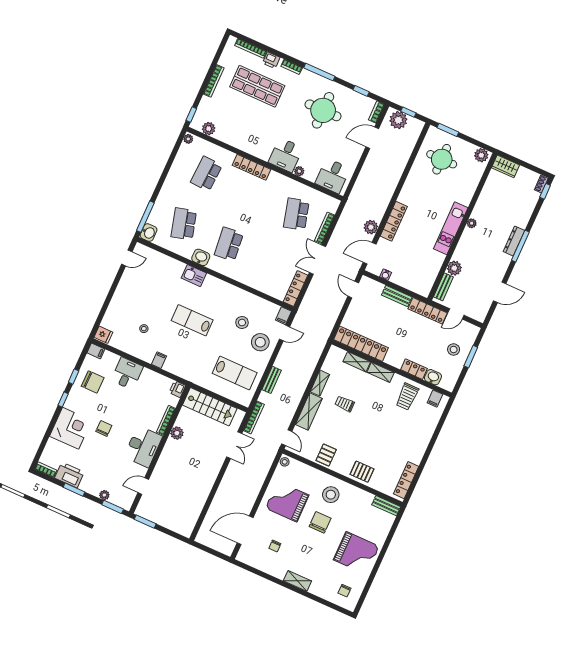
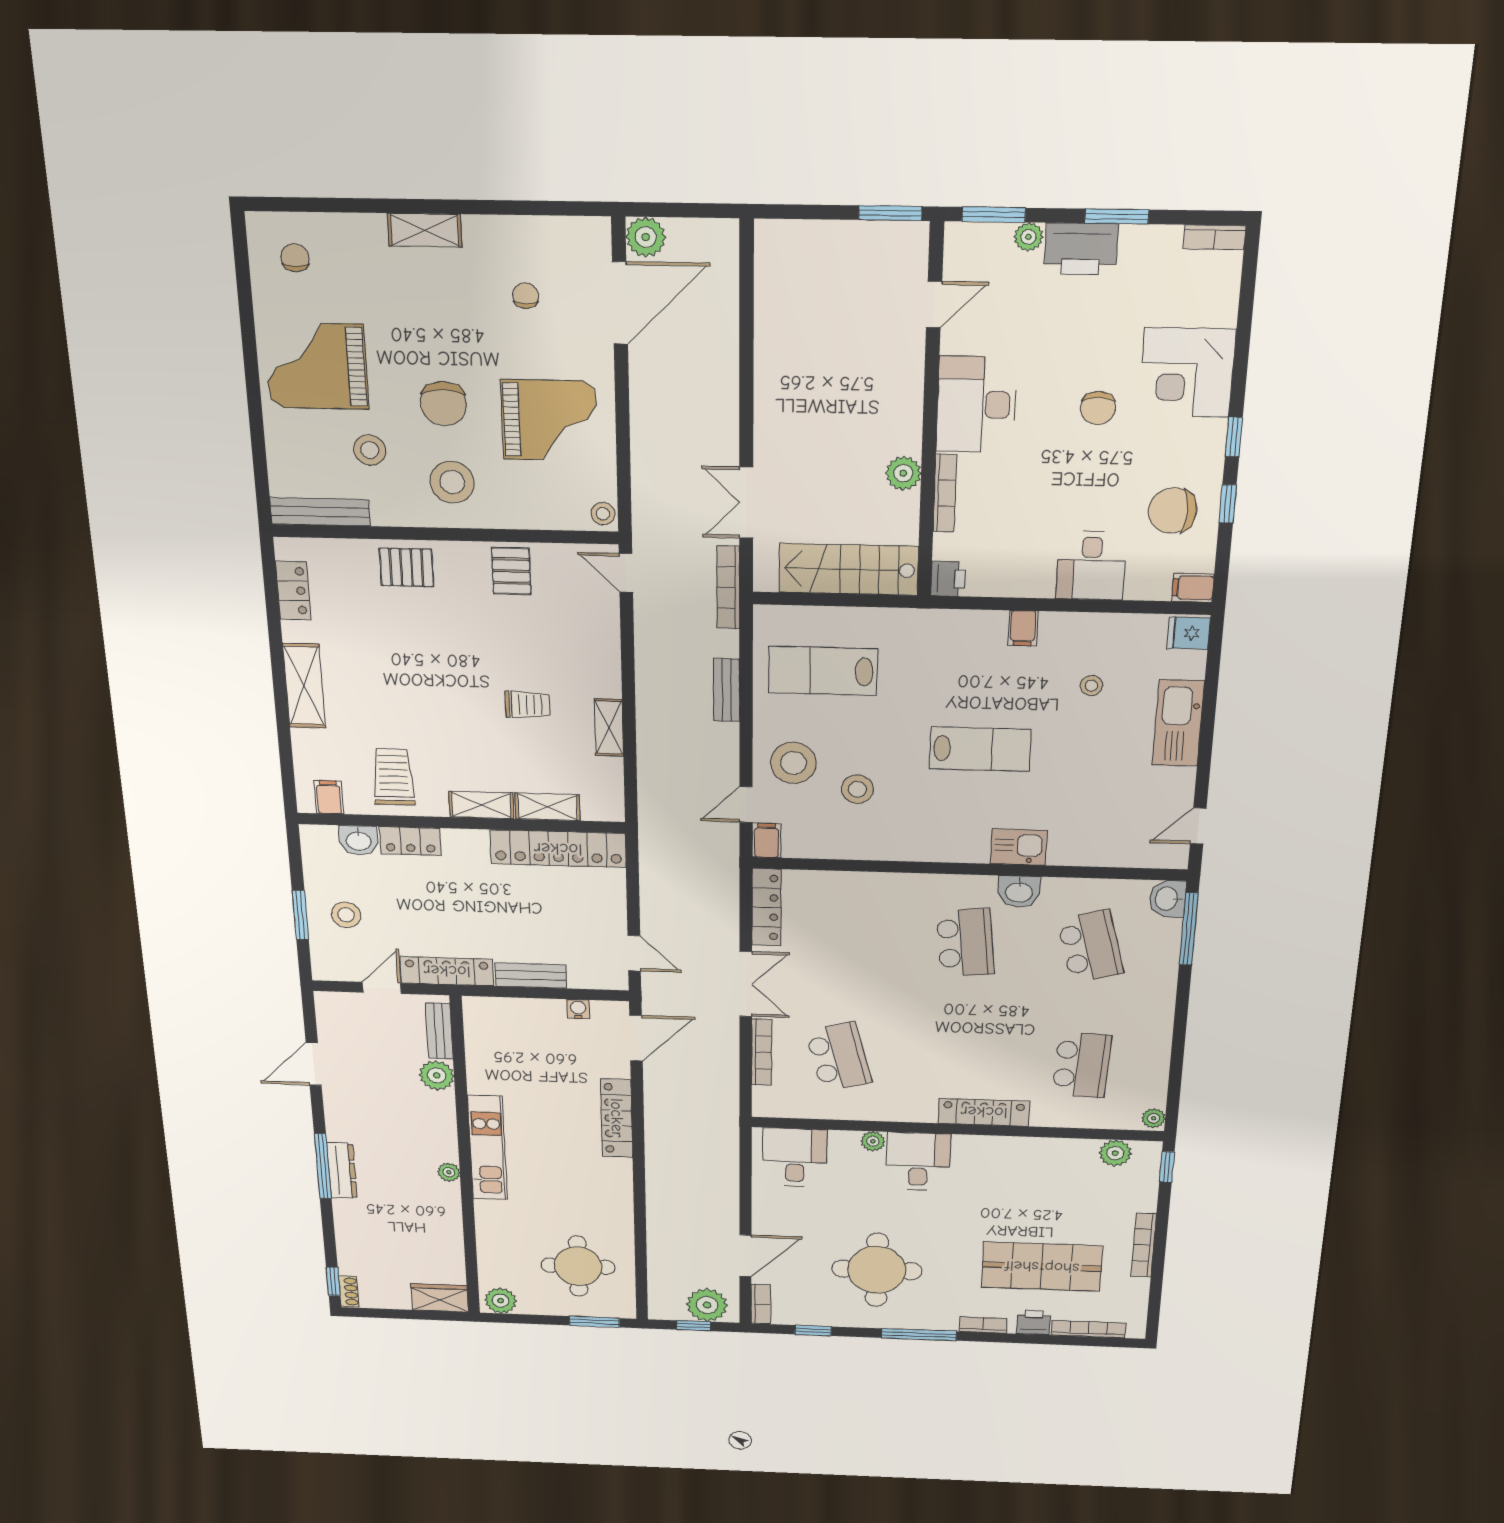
plant: (371, 227) -> (646, 237), moved
kitchen sink: (119, 302) -> (1178, 723), added
shelving: (309, 411) -> (304, 686), moved
printer: (69, 475) -> (1081, 249), moved
locker: (406, 480) -> (293, 591), width x0.66
bench: (386, 506) -> (320, 512), width x1.36
stool: (353, 517) -> (370, 450), added

